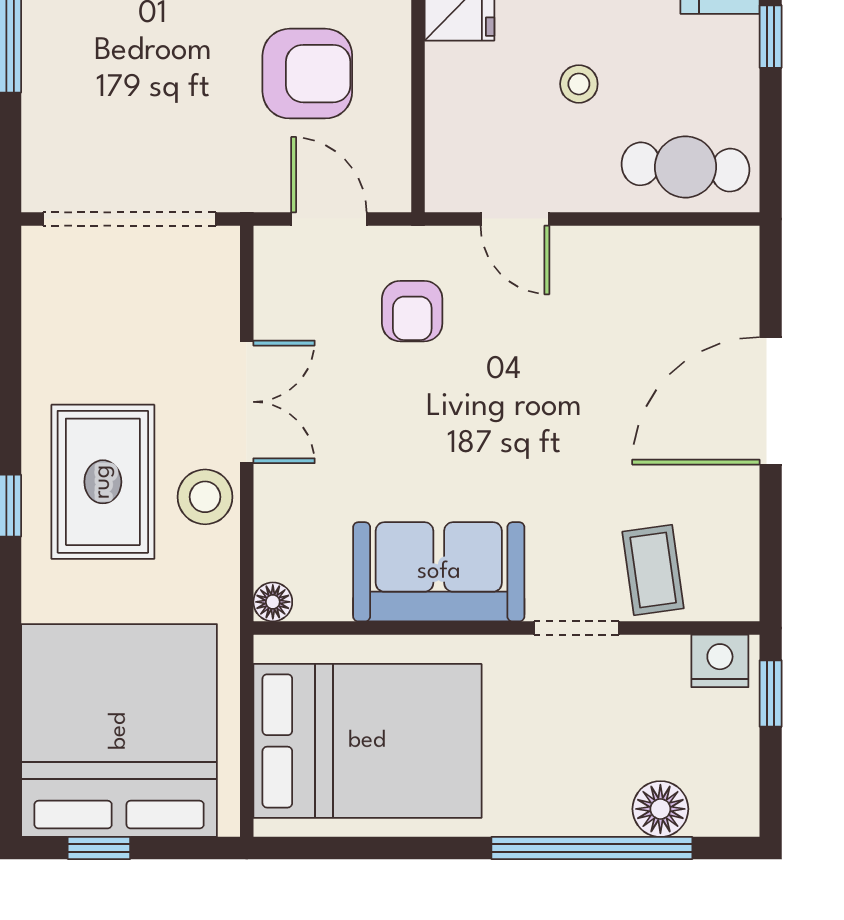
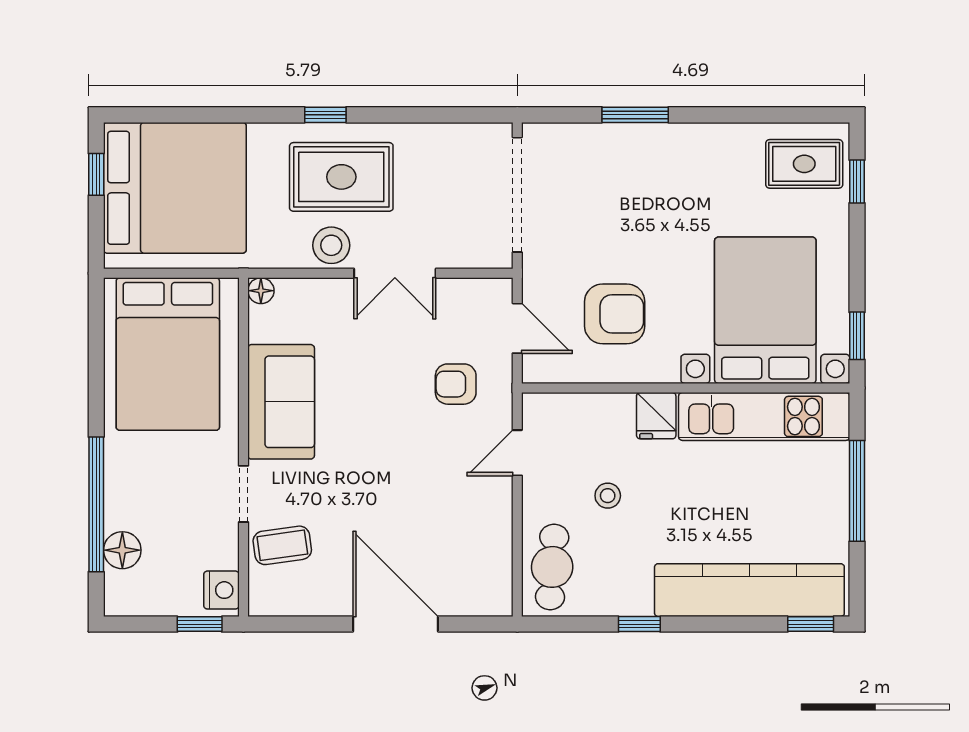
armchair: (307, 74) -> (615, 314), turned -90
door: (329, 219) -> (517, 328), hinge flipped

